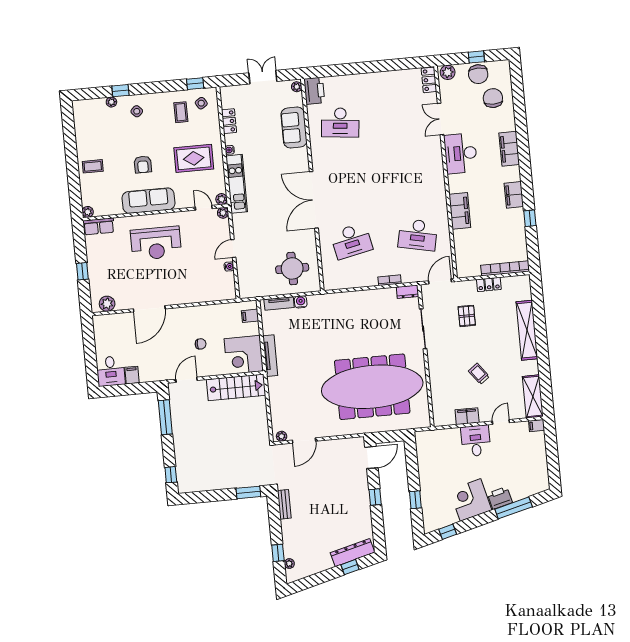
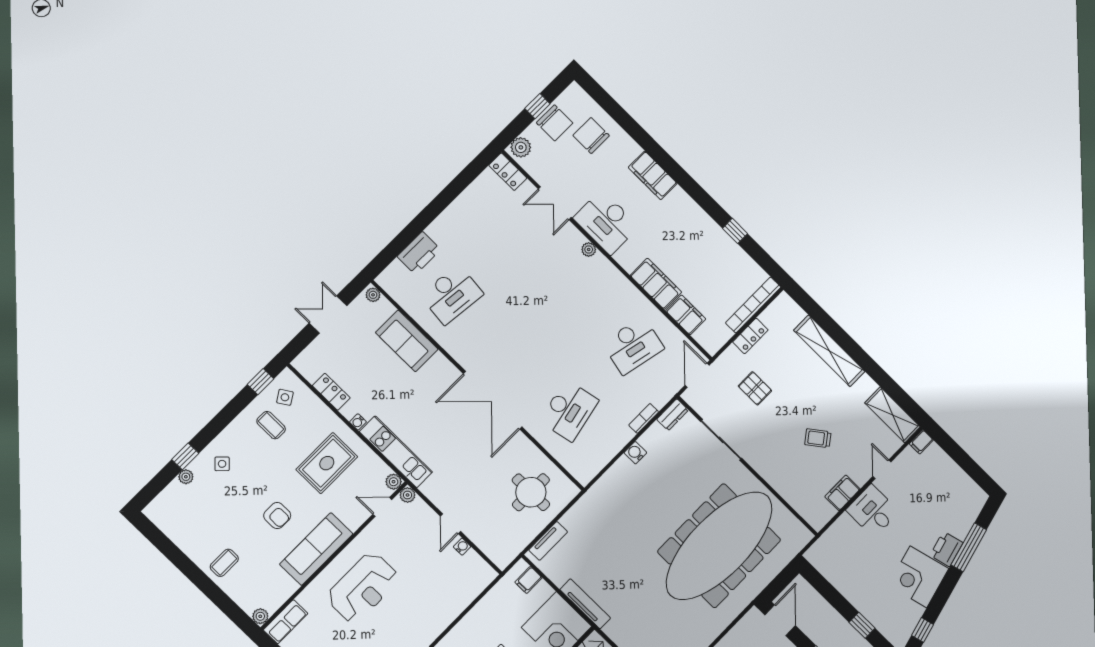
printer: (314, 91) -> (419, 253), moved, turned 90
plant: (438, 160) -> (589, 250), added
filing cabinet: (514, 195) -> (686, 315), moved, turned 180
water cooler: (301, 302) -> (635, 453), moved

